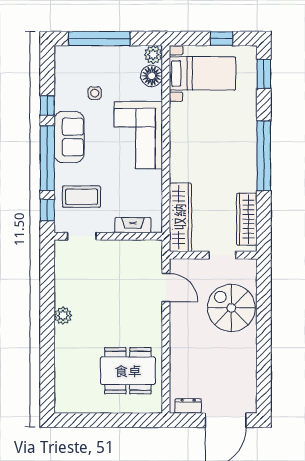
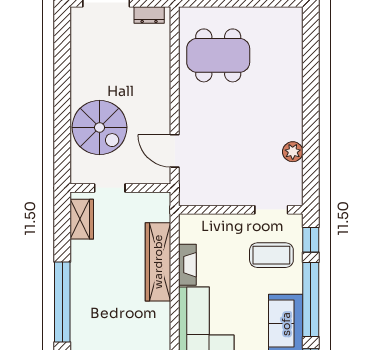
wardrobe: (180, 217) -> (158, 262), moved
wardrobe: (247, 219) -> (82, 219), width x0.67
fireplace: (133, 225) -> (187, 265), moved, turned -90
plant: (63, 316) -> (293, 152), moved

